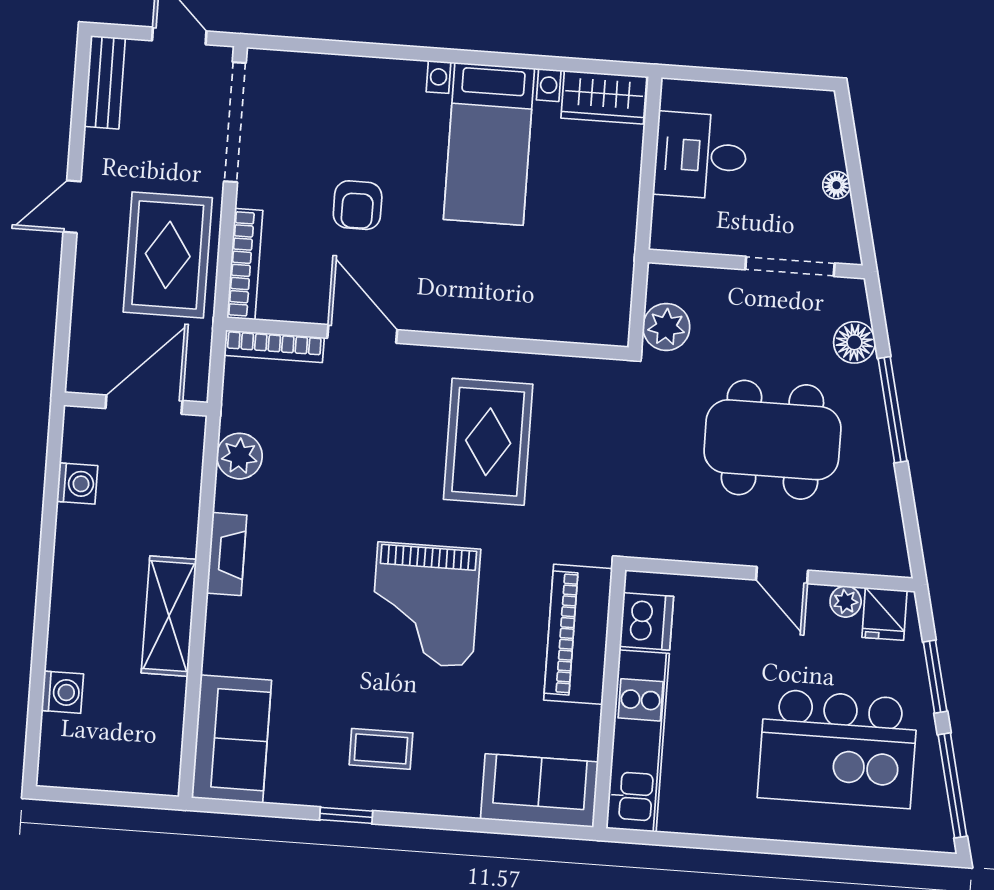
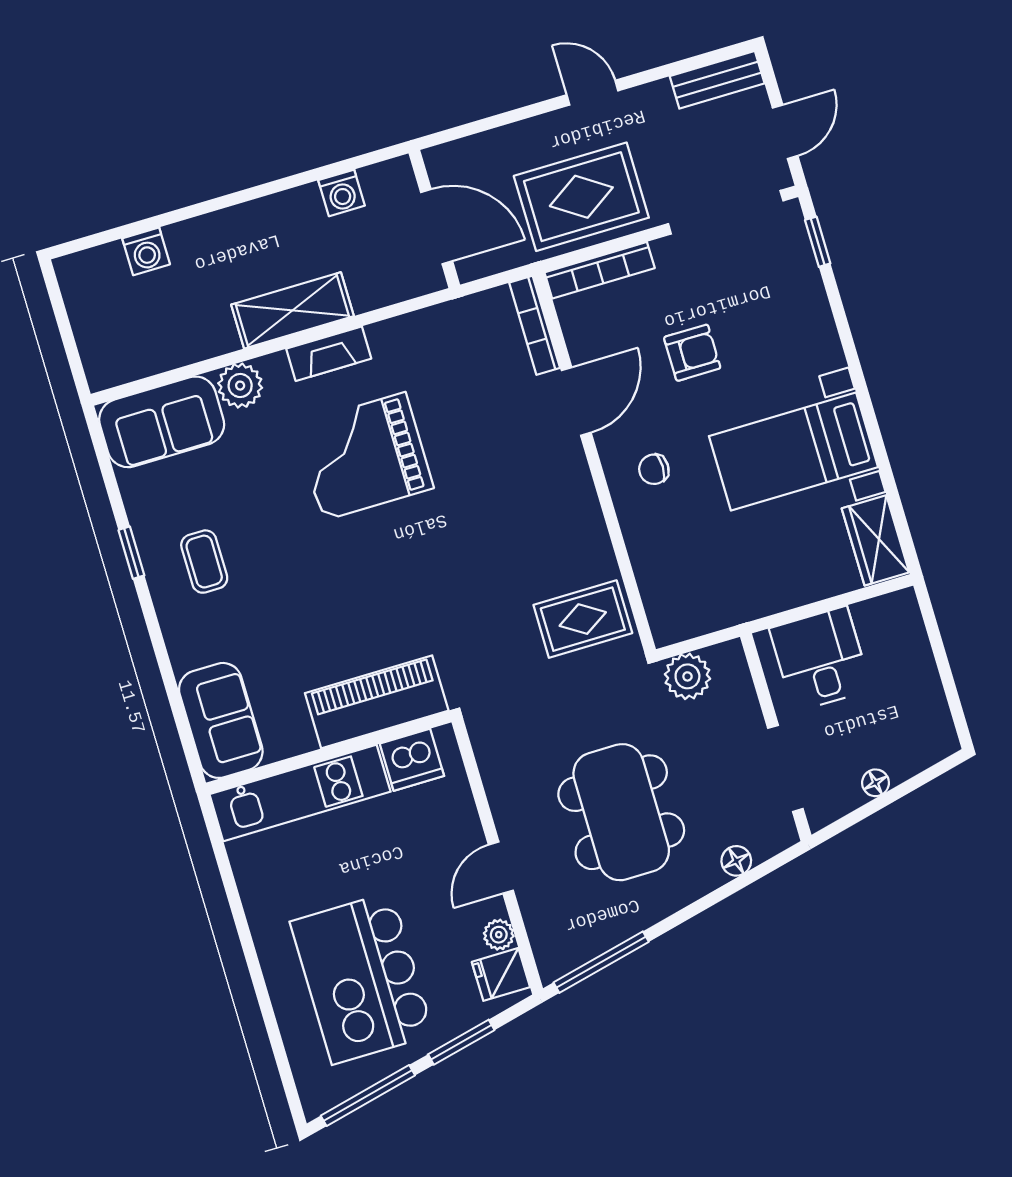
window: (297, 45) -> (818, 242), added
desk: (701, 156) -> (820, 659), moved
armchair: (358, 205) -> (692, 353), turned 180
chair: (455, 284) -> (654, 469), added
floor lamp: (854, 342) -> (736, 861), width x0.73, depth x0.73
window: (892, 410) -> (601, 962), moved
rug: (488, 442) -> (583, 619), moved, width x0.73, depth x0.70
plant: (239, 456) -> (240, 386), moved
grand piano: (425, 605) -> (364, 456), moved
shelving: (169, 616) -> (292, 310), moved

